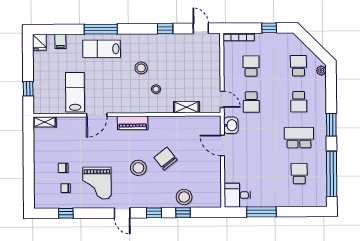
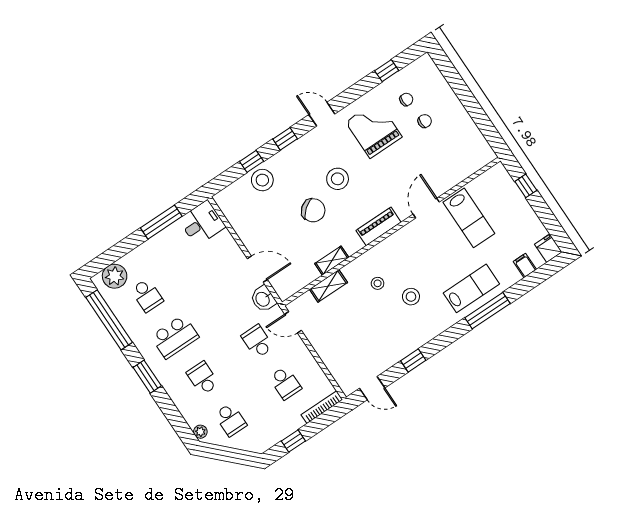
shelving: (45, 122) -> (332, 261), moved
plant: (311, 198) -> (115, 276), added

